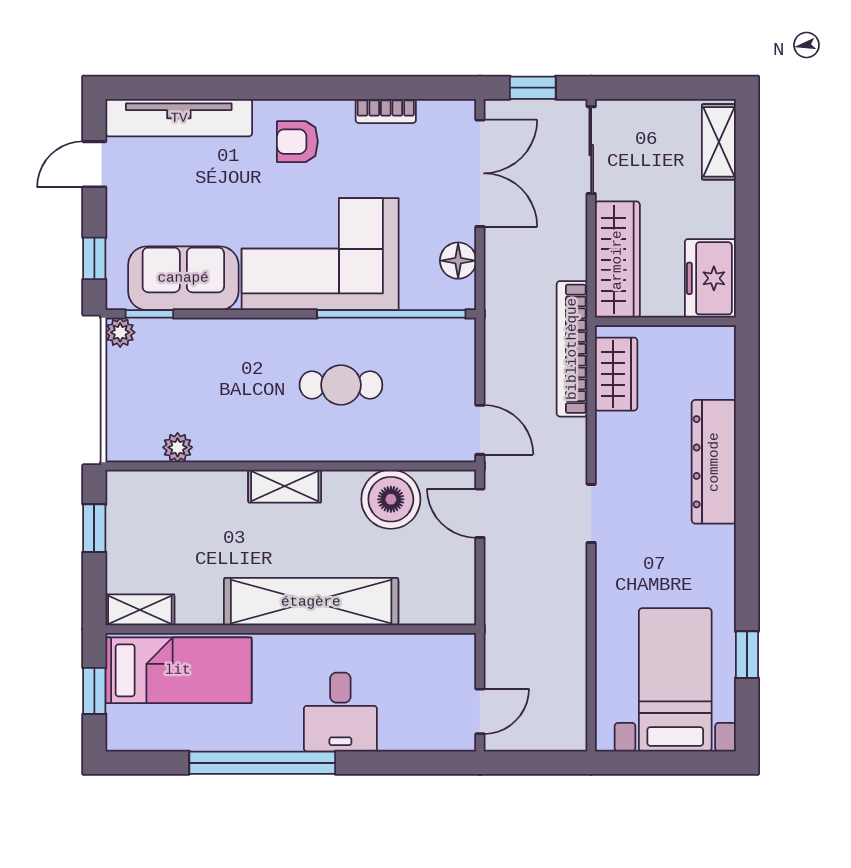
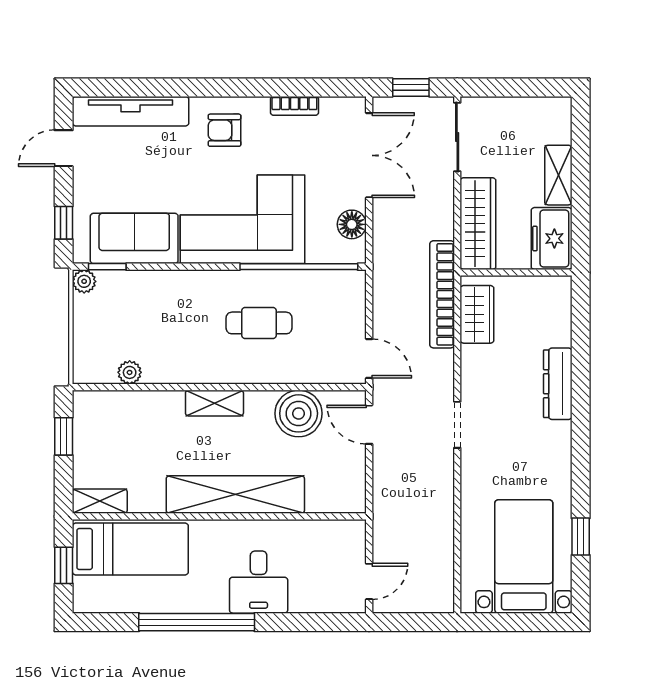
shelving: (719, 142) -> (558, 175), moved
dresser: (714, 462) -> (558, 384), width x0.73, depth x0.80

